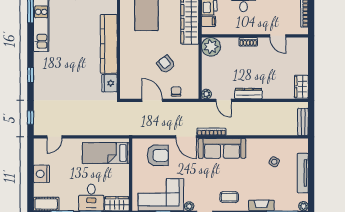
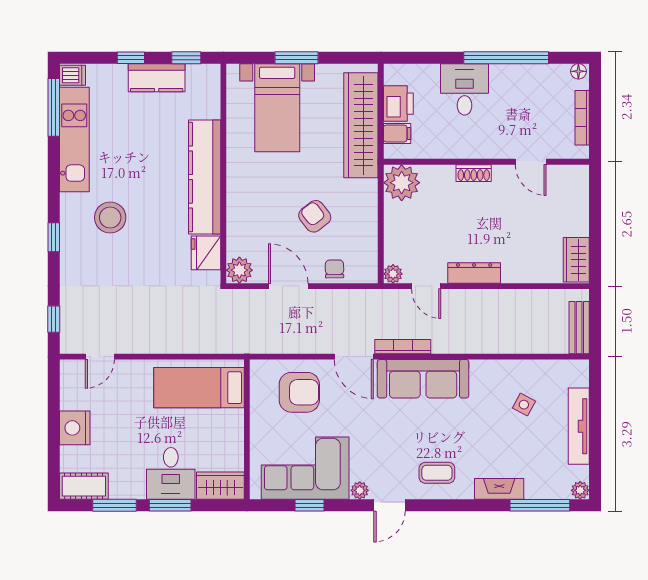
stool: (60, 65) -> (110, 218), added
plant: (127, 92) -> (239, 270), added

